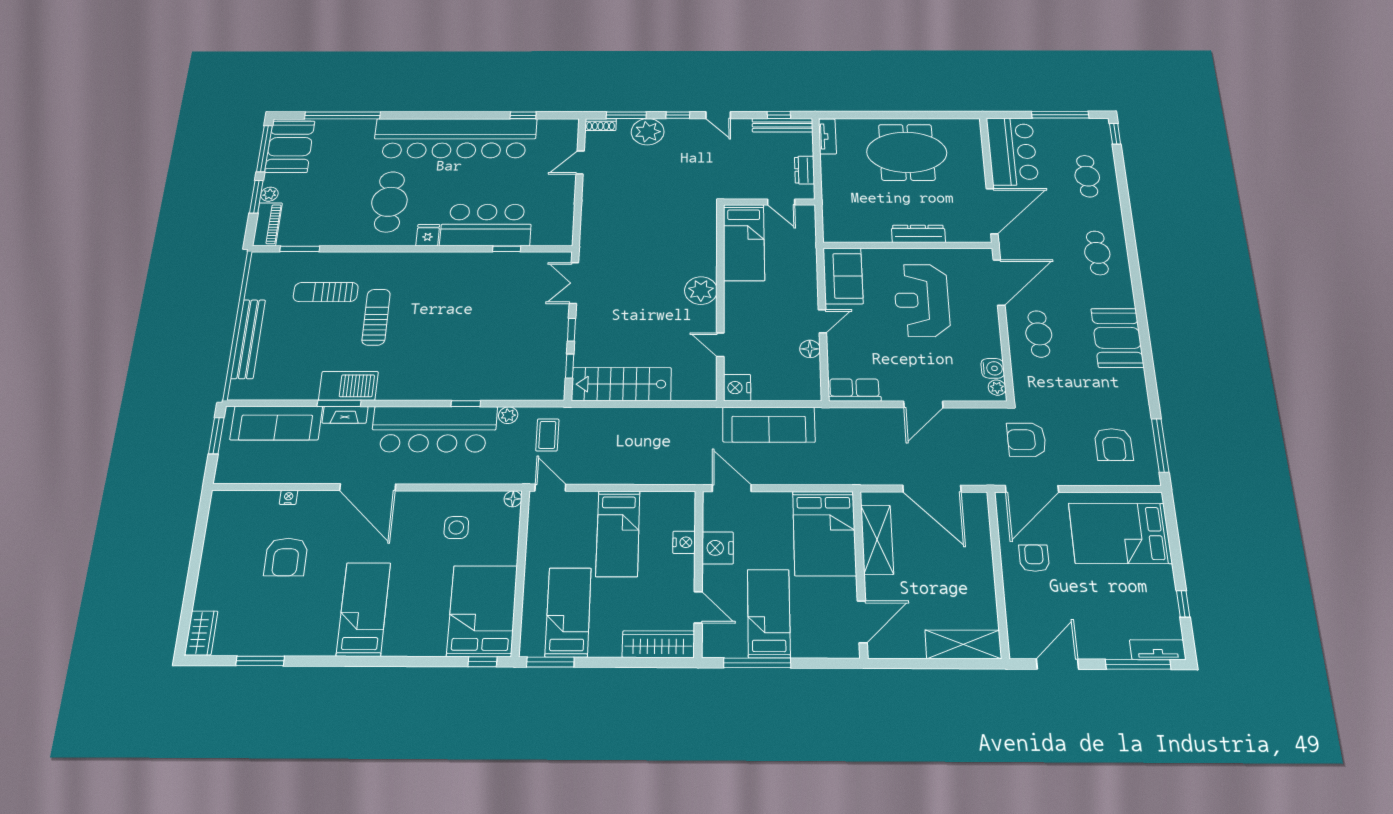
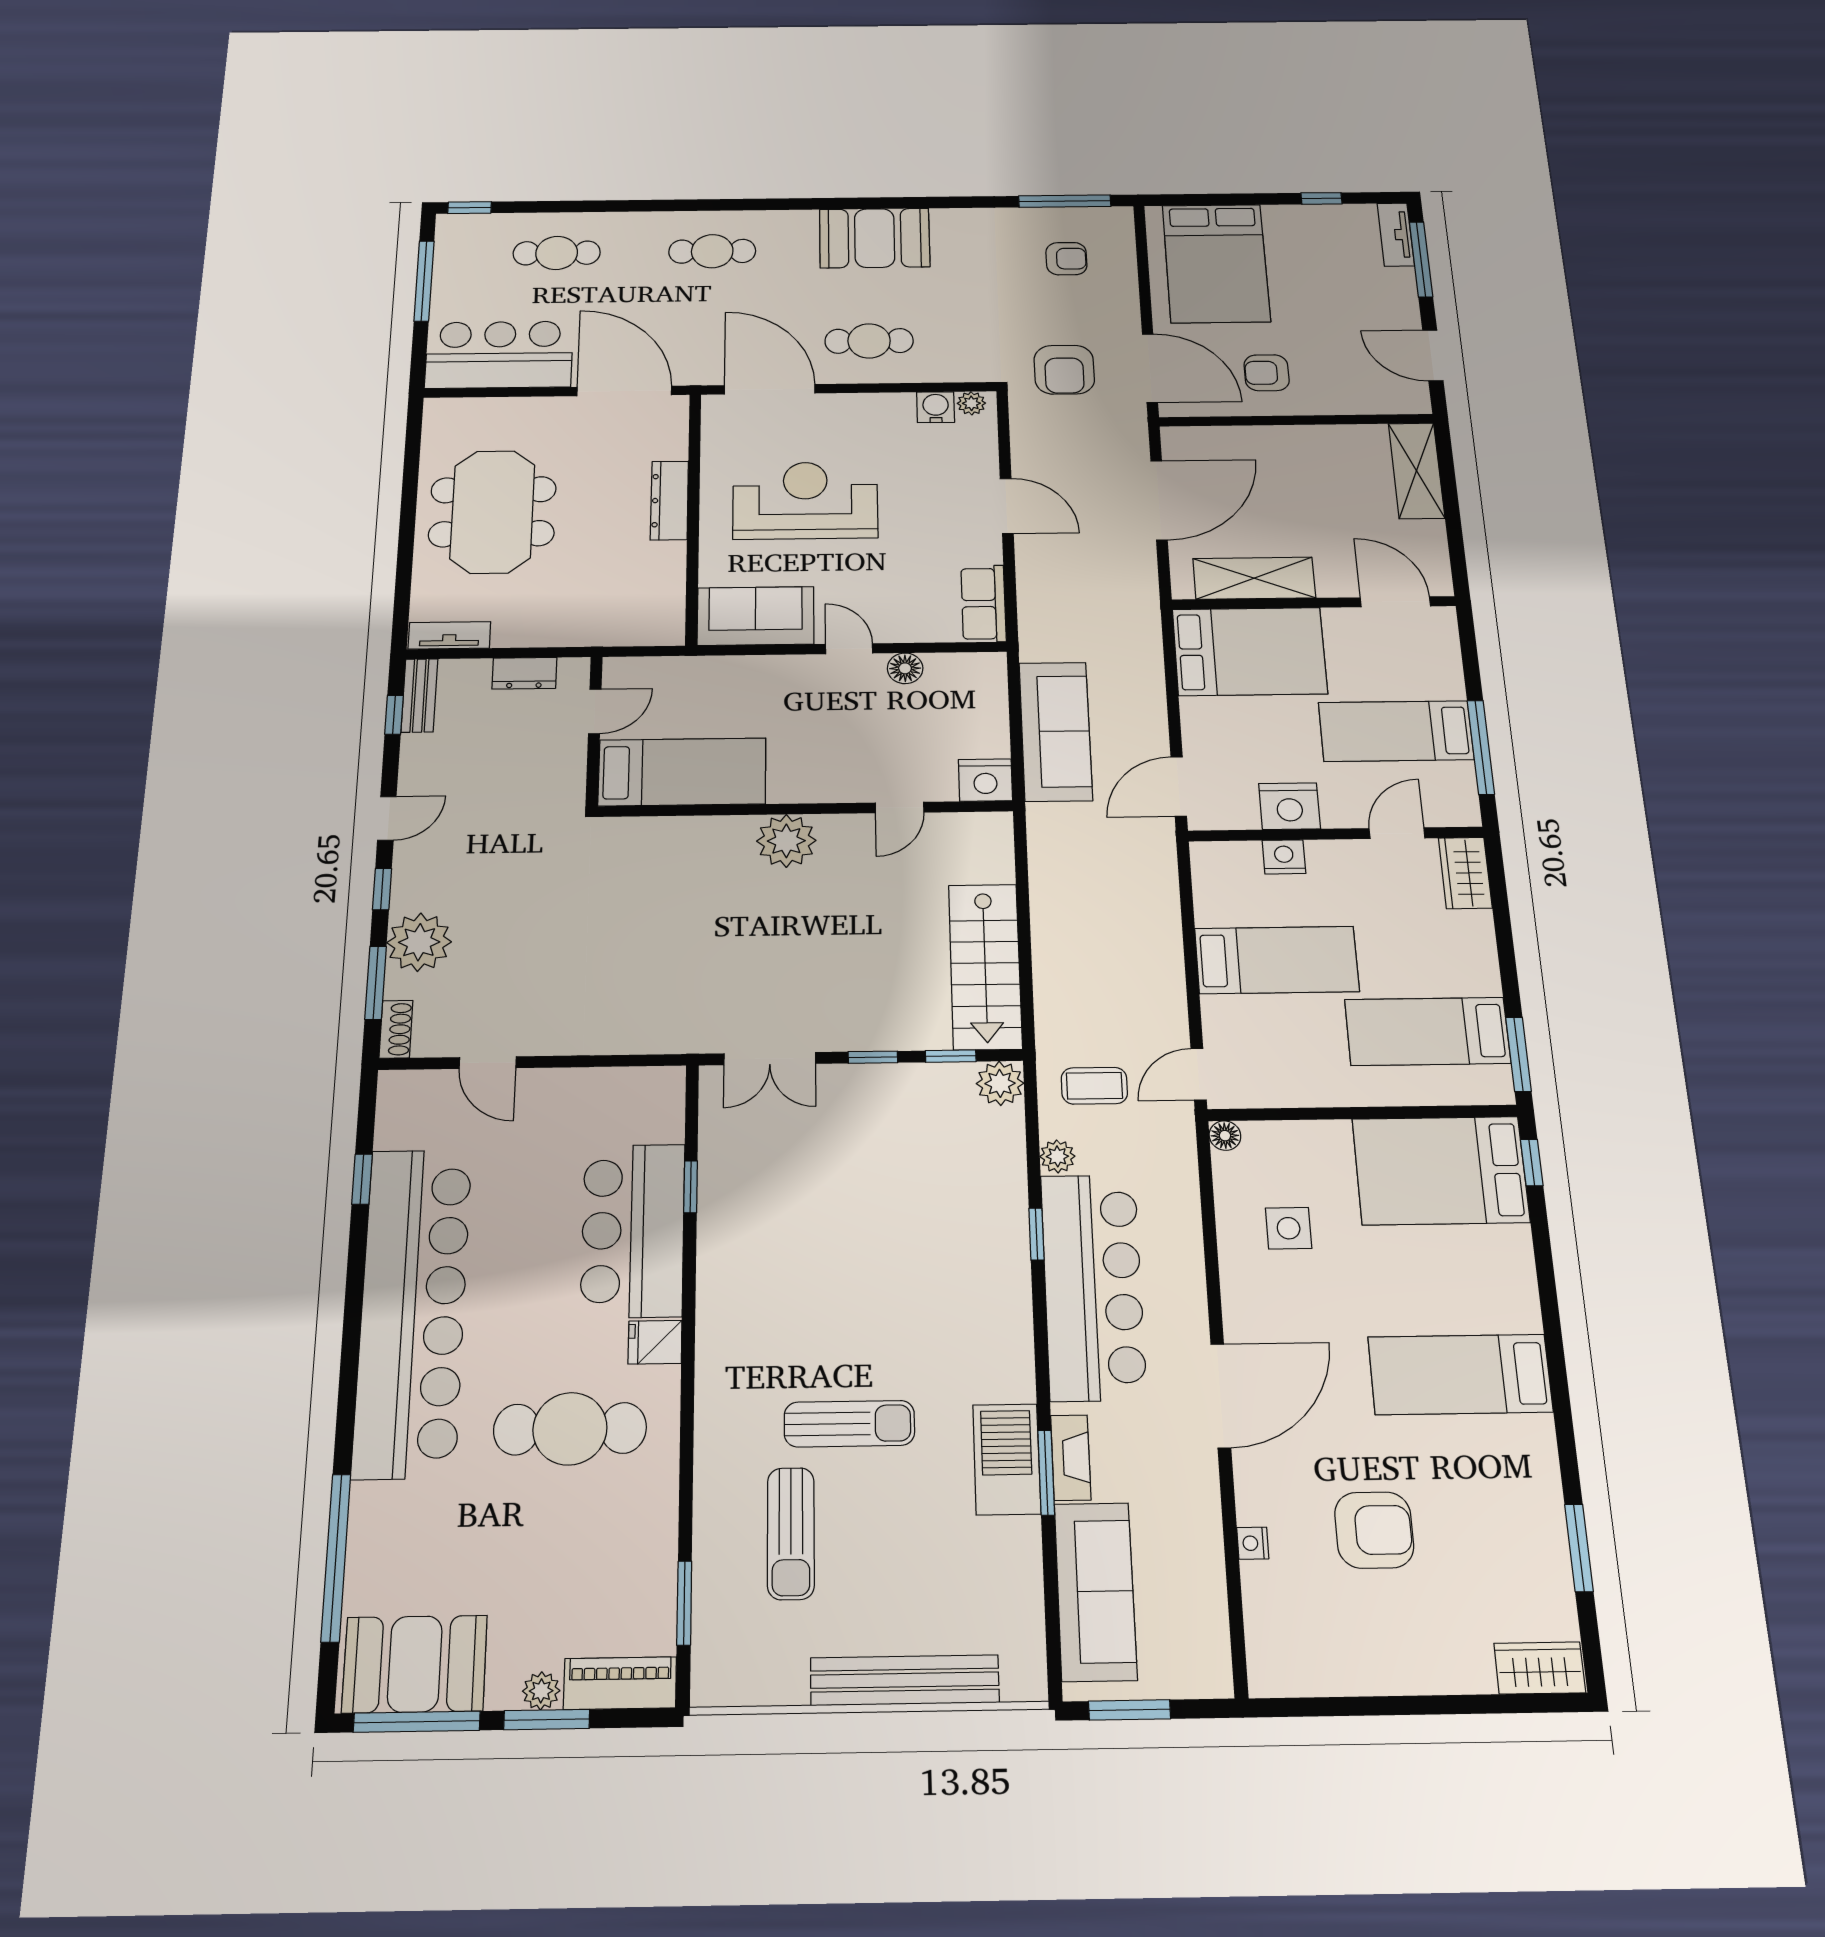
bench: (782, 125) -> (419, 695), width x0.73
reception desk: (922, 300) -> (805, 500), turned 180
sun lounger: (376, 317) -> (849, 1424), turned 180
plant: (552, 389) -> (1000, 1083), added
armchair: (1114, 445) -> (1066, 259), width x0.72, depth x0.72
wardrobe: (658, 644) -> (1465, 873), width x0.67

